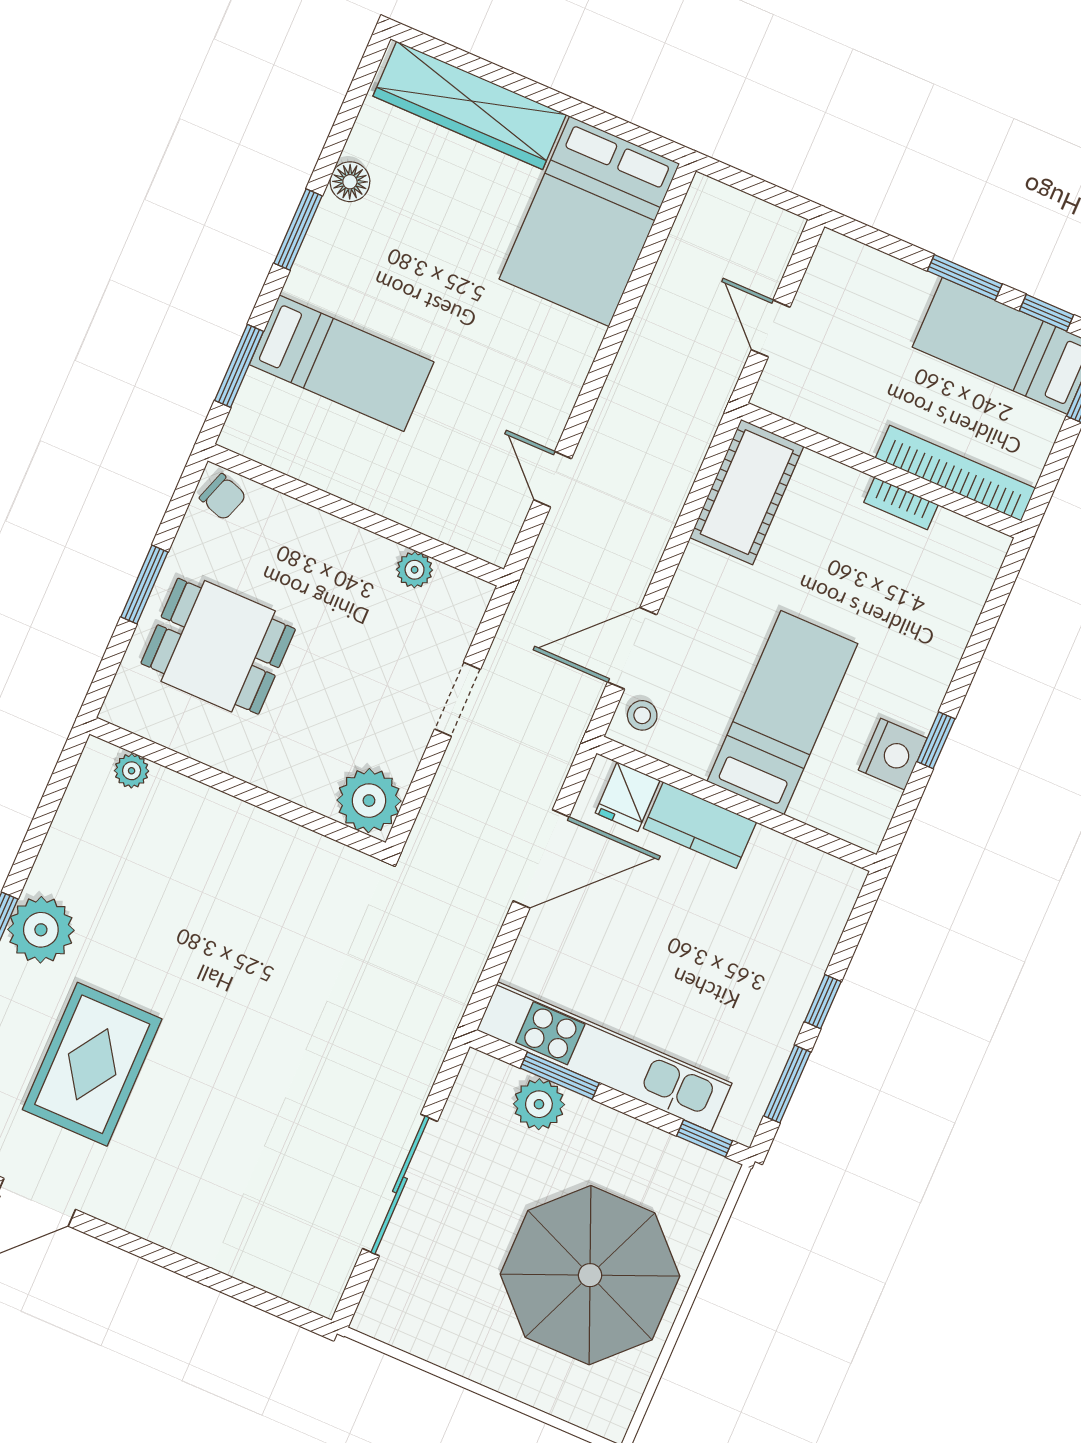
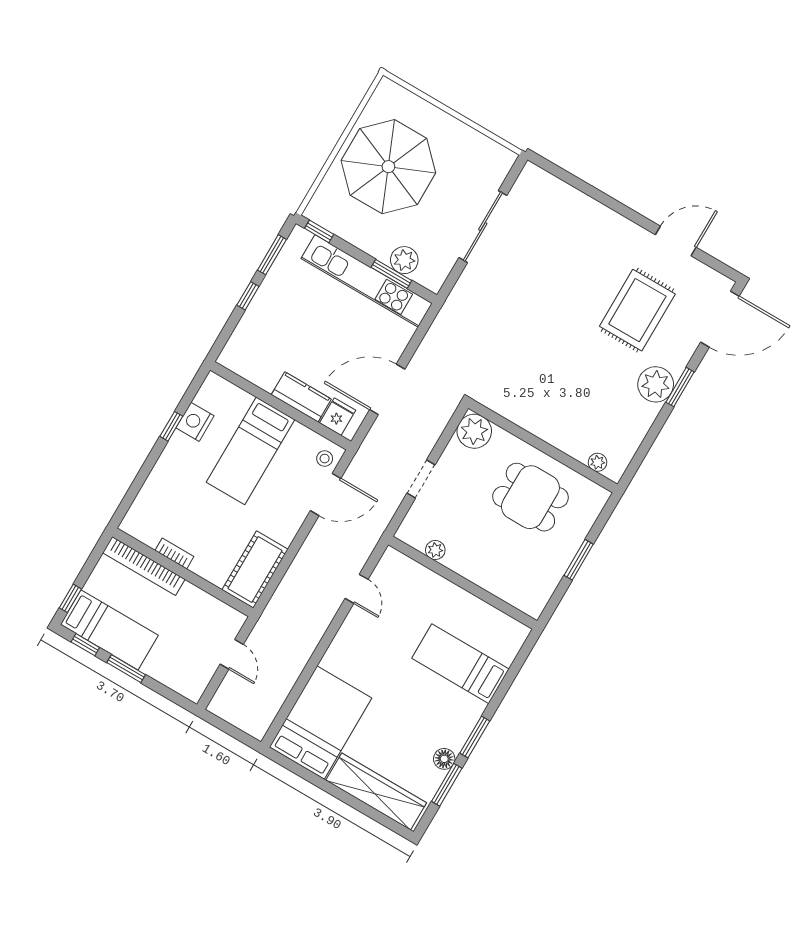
window: (239, 366) -> (447, 785), moved
chair: (223, 497) -> (532, 601), removed
dining table: (218, 646) -> (530, 497), moved

